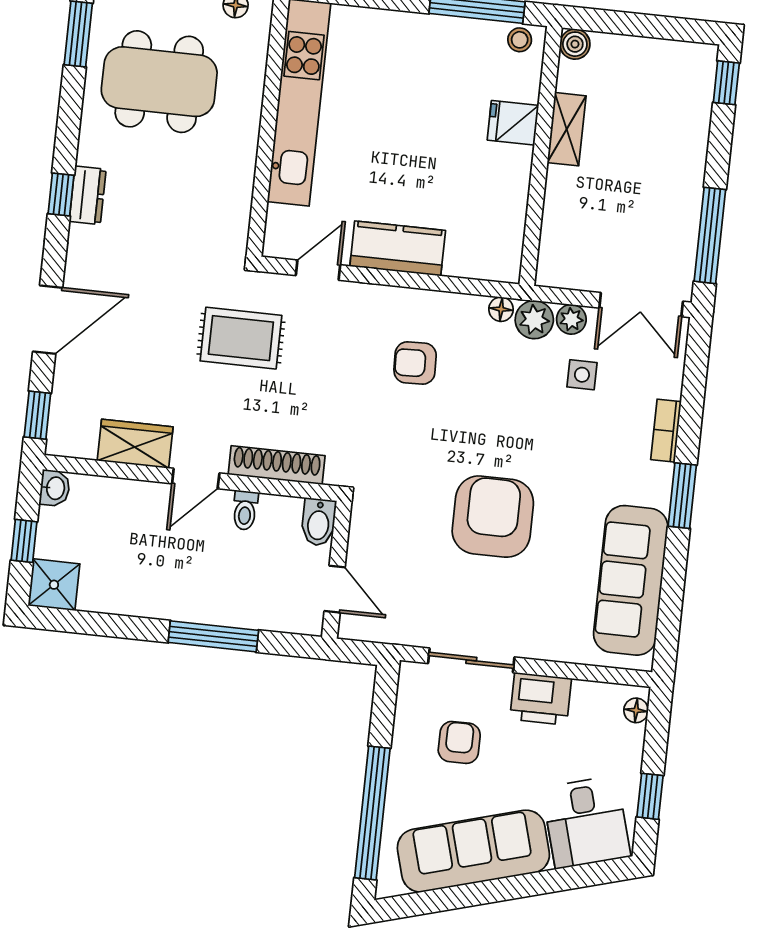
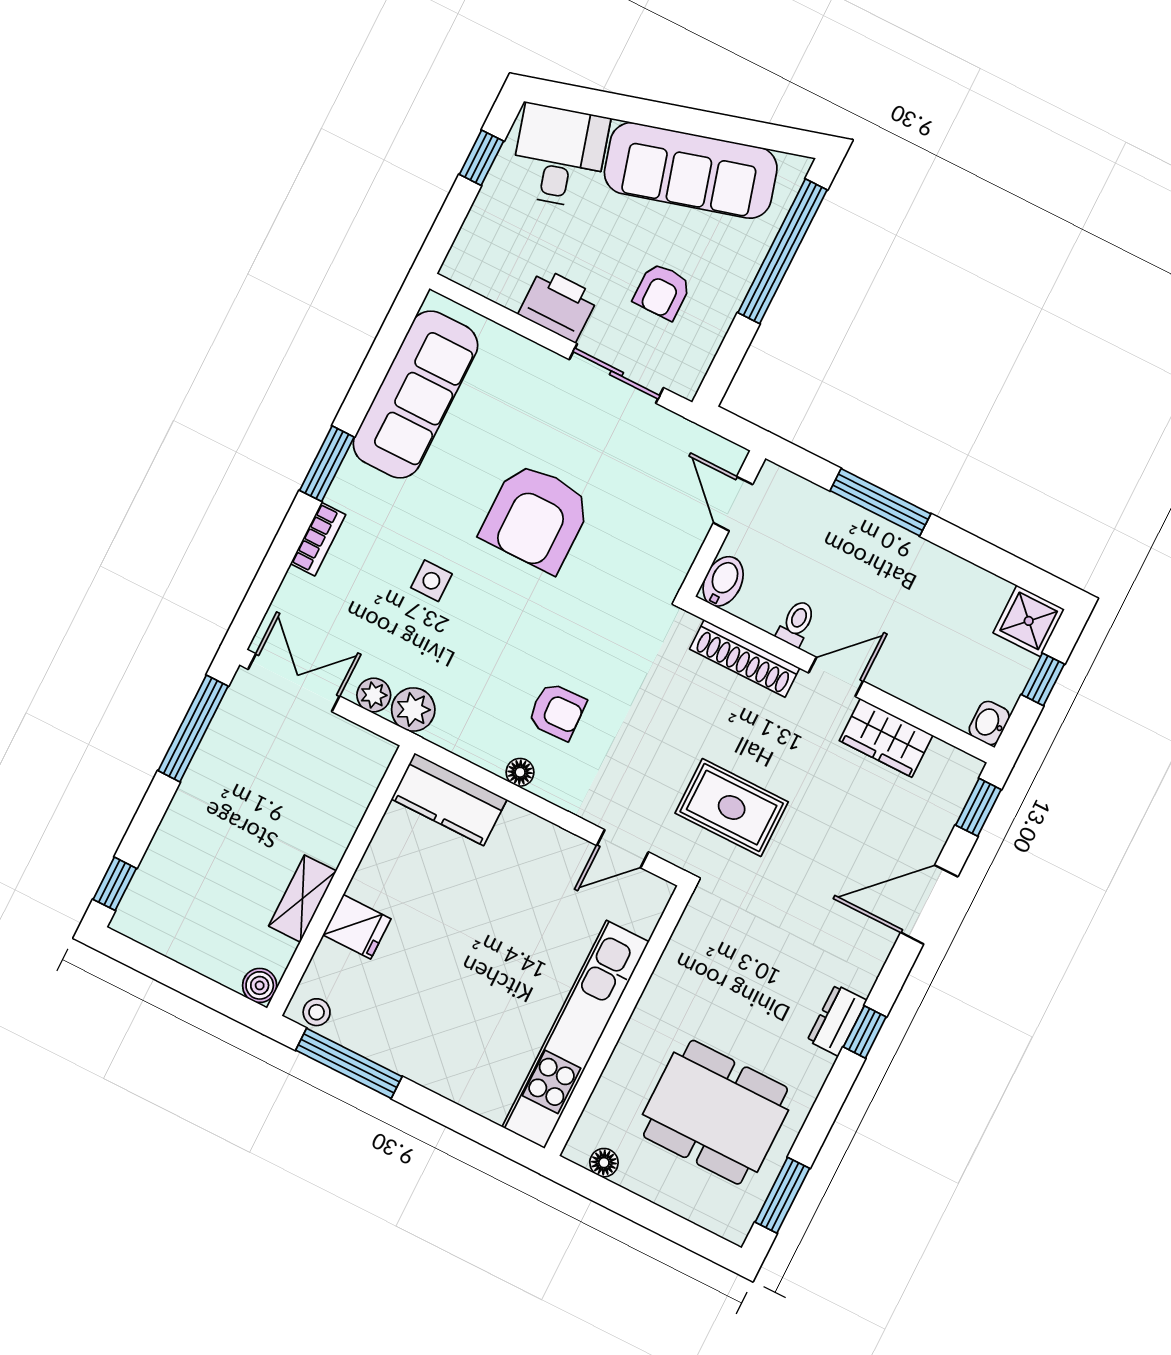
kitchen counter: (398, 248) -> (449, 799), moved
floor lamp: (501, 309) -> (520, 772), moved
side table: (582, 375) -> (431, 581), moved
floor lamp: (636, 710) -> (462, 254), removed

